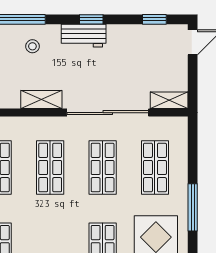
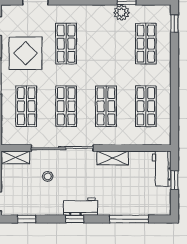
stool: (32, 46) -> (48, 176), moved

